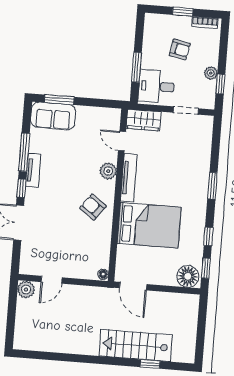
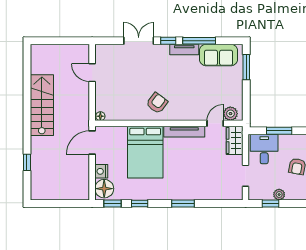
sofa: (53, 116) -> (219, 55), moved, turned -90
plant: (108, 171) -> (230, 114), moved
nightstand: (167, 278) -> (101, 171), added
plant: (26, 290) -> (82, 51), removed
stairs: (136, 345) -> (42, 105), moved

